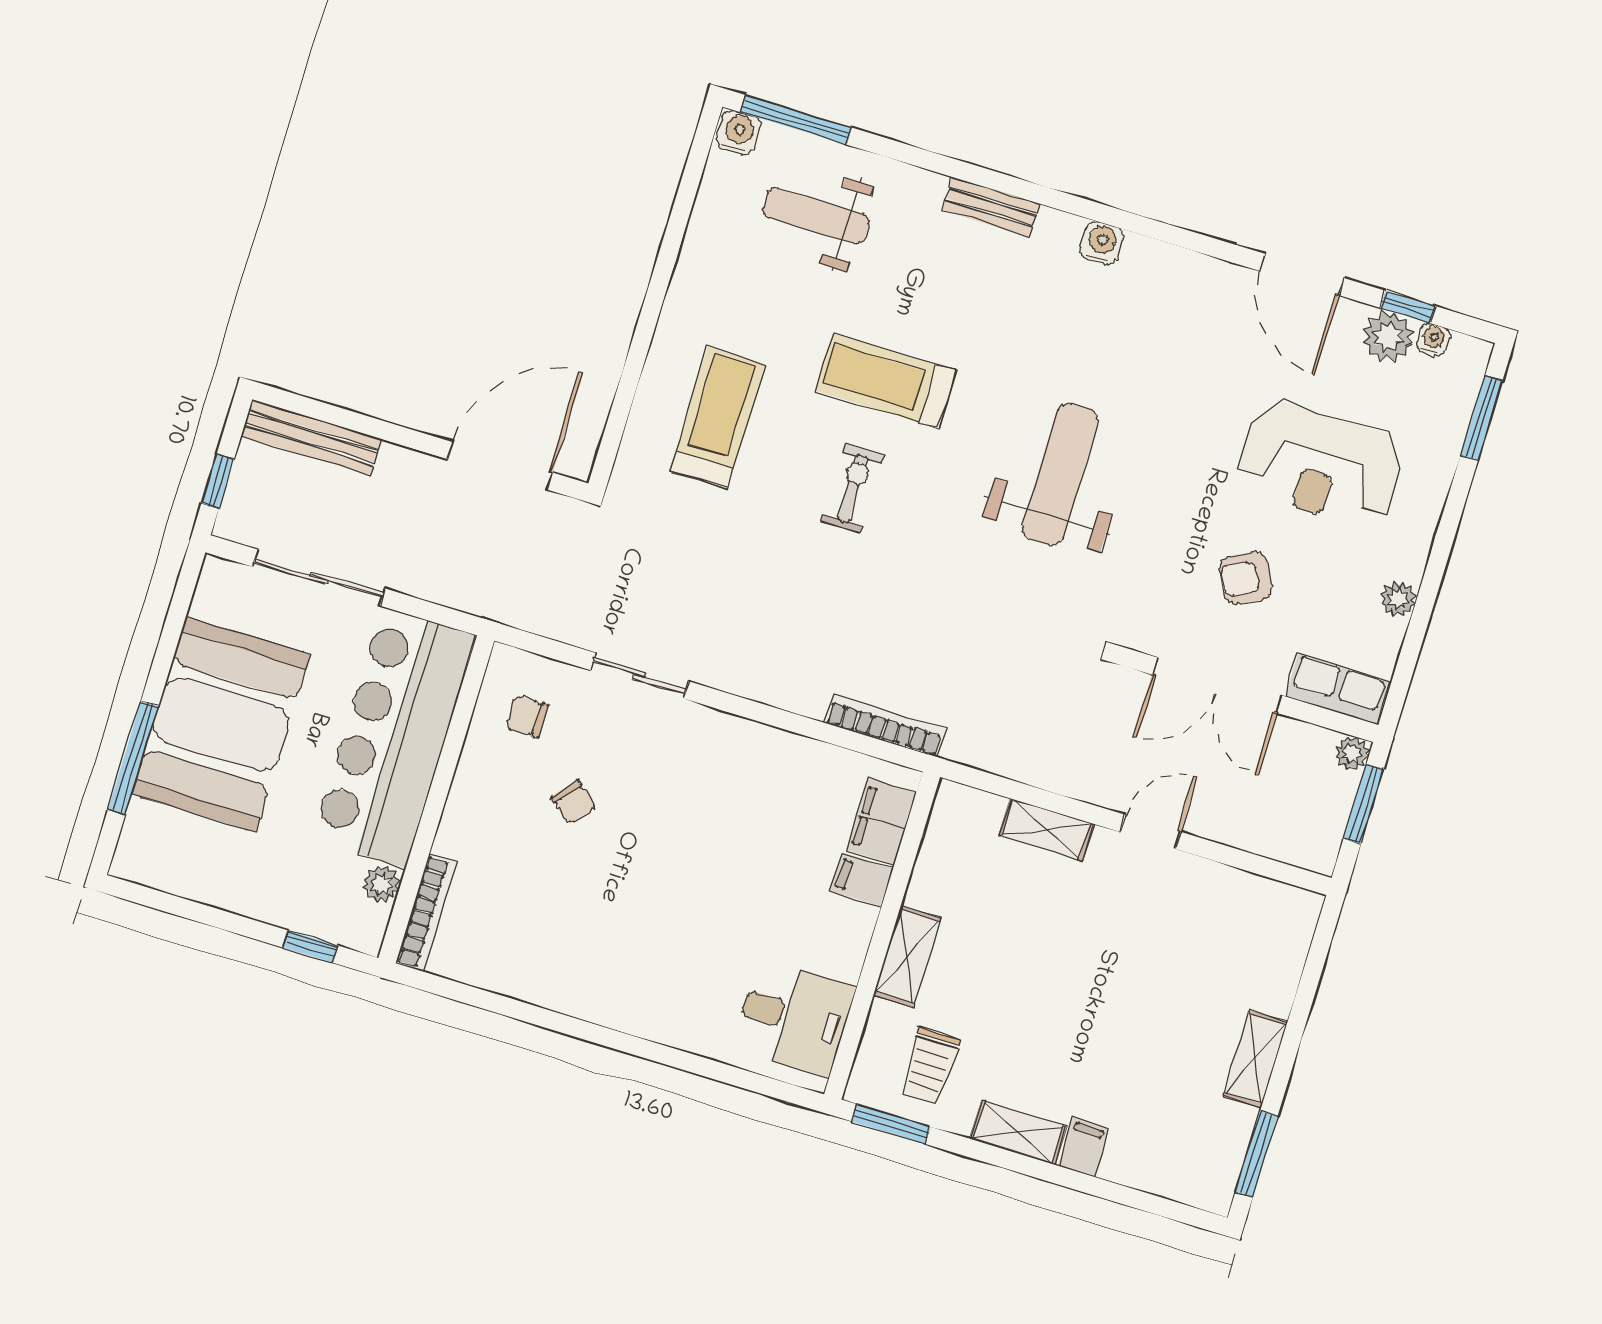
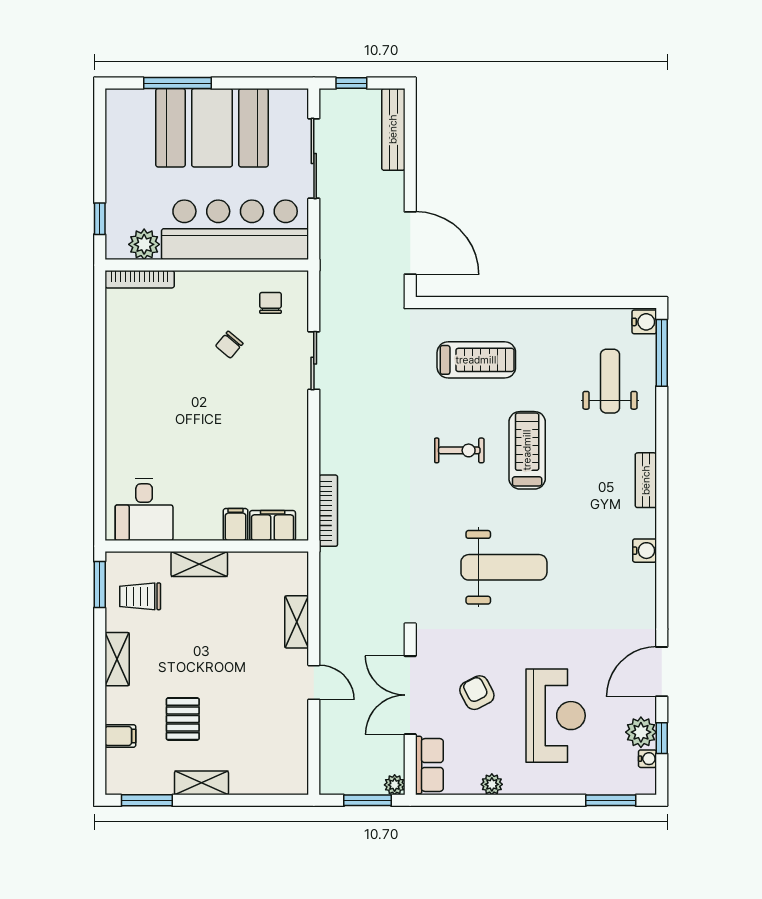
reception desk: (1320, 464) -> (556, 716), turned 180
plant: (382, 884) -> (144, 244), width x1.38, depth x1.38
pallet: (1145, 1058) -> (183, 719), added
filing cabinet: (1084, 1147) -> (120, 736), moved

